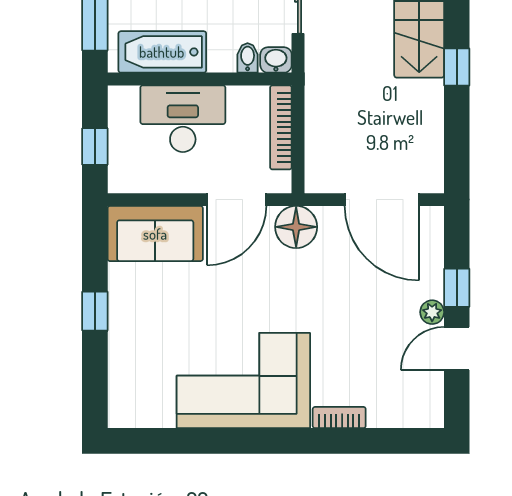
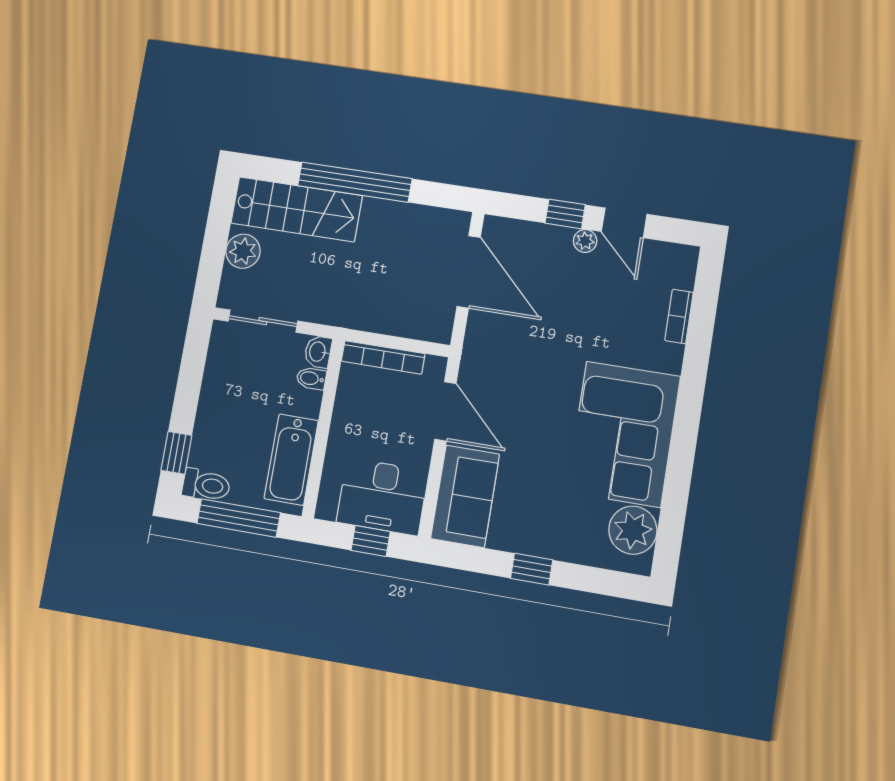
window: (457, 67) -> (355, 182), width x3.17
desk: (183, 119) -> (382, 497), moved, turned -90
door: (382, 200) -> (469, 272), hinge flipped
floor lamp: (296, 227) -> (481, 358), removed
plant: (150, 404) -> (633, 530), added
bookcase: (339, 418) -> (679, 316), moved

